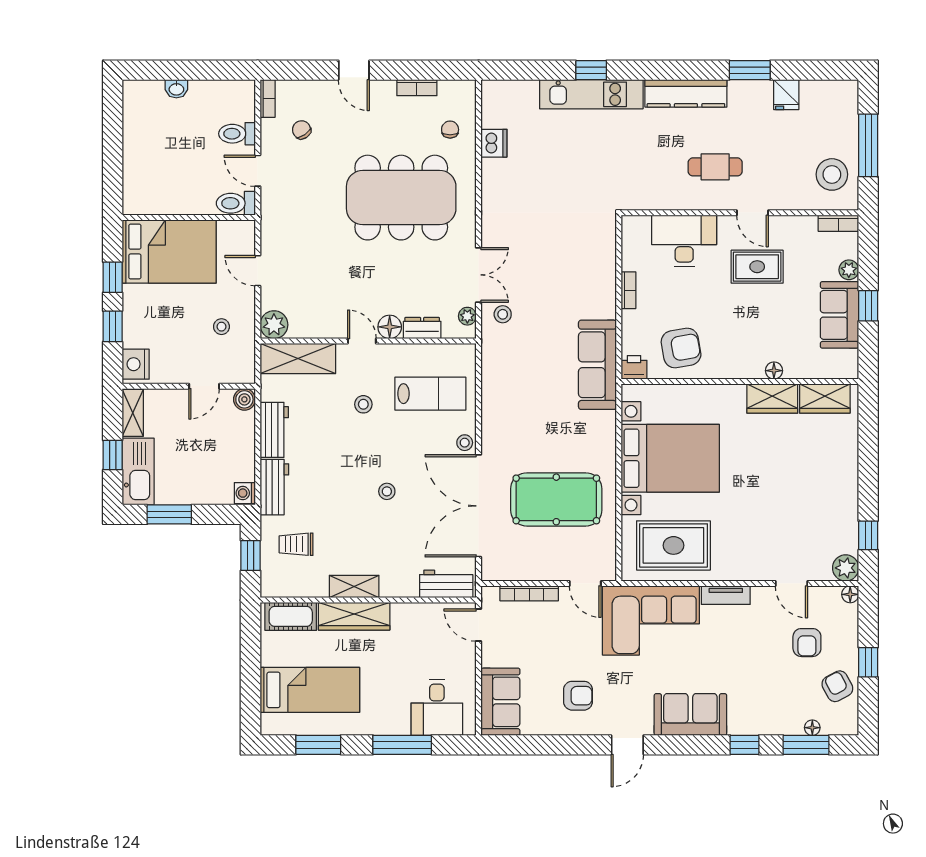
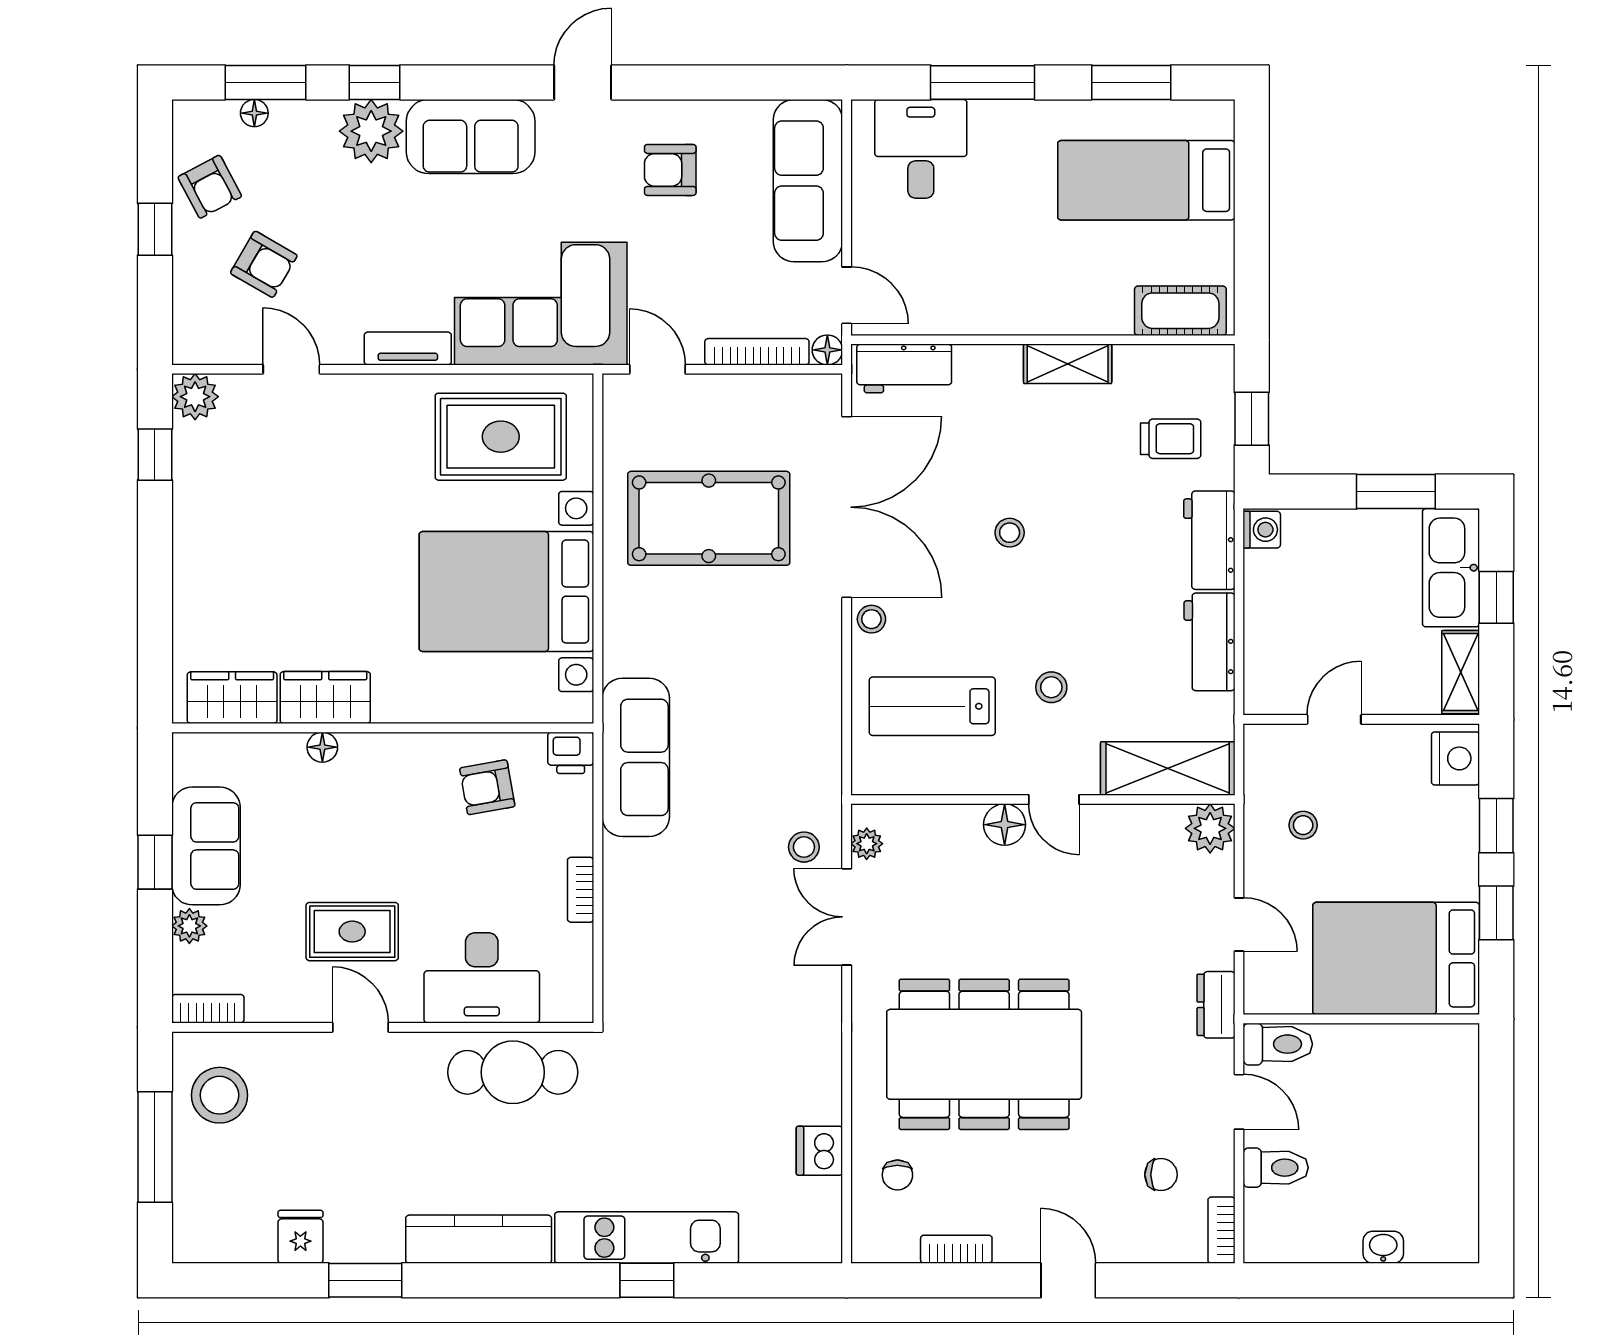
chair: (302, 130) -> (1161, 1175), turned -56
cafe table: (715, 167) -> (513, 1072), moved, width x1.37, depth x1.35
dresser: (422, 328) -> (1216, 1005), moved, turned 90
armchair: (681, 348) -> (487, 787), width x0.72, depth x0.72
boiler: (244, 399) -> (1262, 696), removed
floor lamp: (850, 594) -> (827, 350), moved
wardrobe: (354, 616) -> (1068, 311), removed
armchair: (807, 643) -> (264, 264), turned 120
sofa: (500, 702) -> (808, 181), width x1.36
plant: (746, 718) -> (371, 131), added

